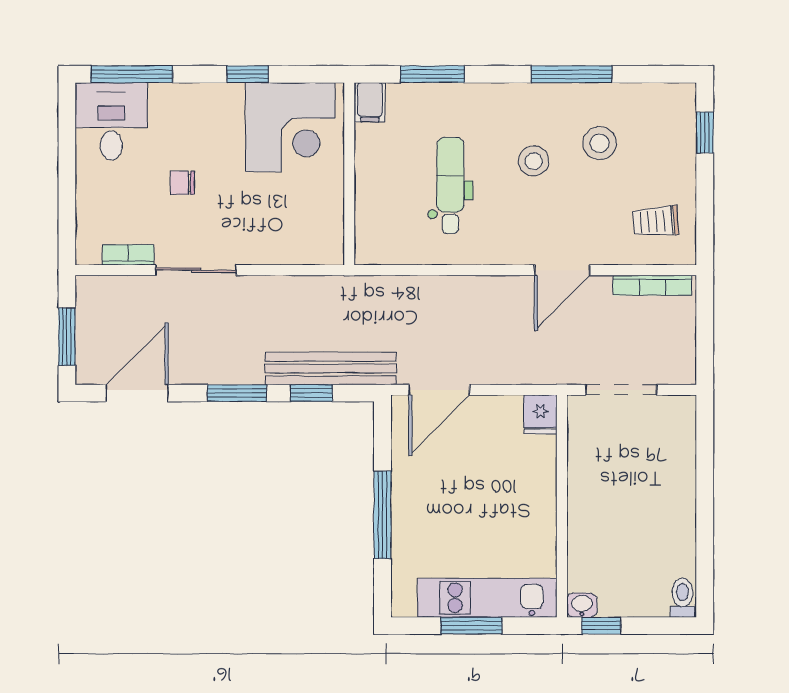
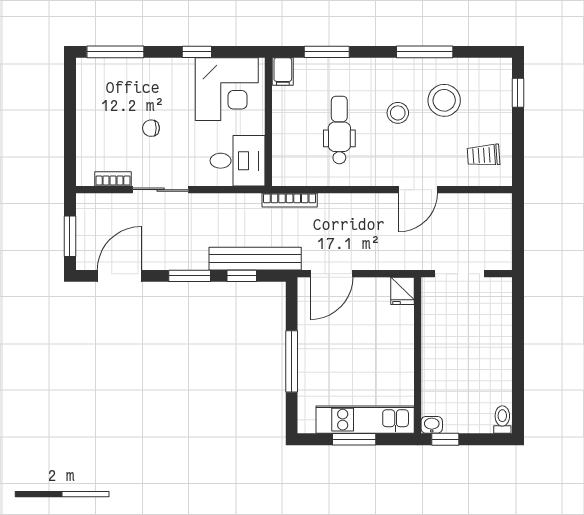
desk: (111, 121) -> (237, 161), moved, turned 90
stool: (600, 143) -> (444, 100), width x1.38, depth x1.38
bookcase: (652, 285) -> (290, 200), moved

